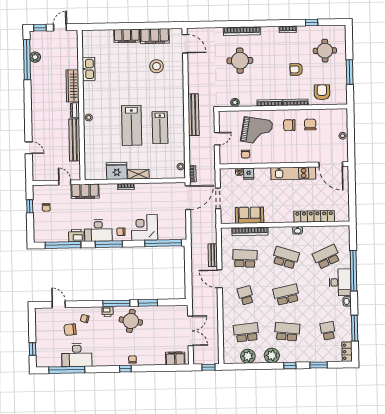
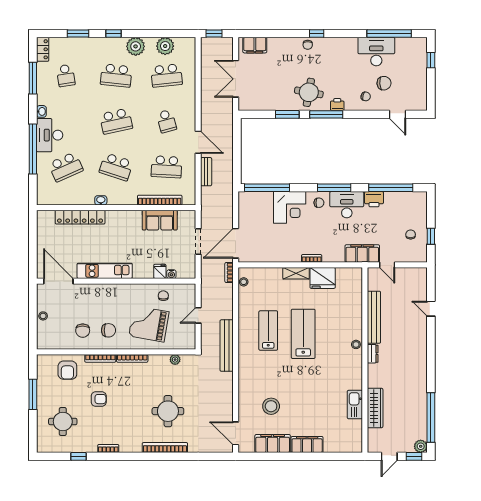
plant: (35, 57) -> (421, 446), moved
wardrobe: (73, 86) -> (375, 408), moved

